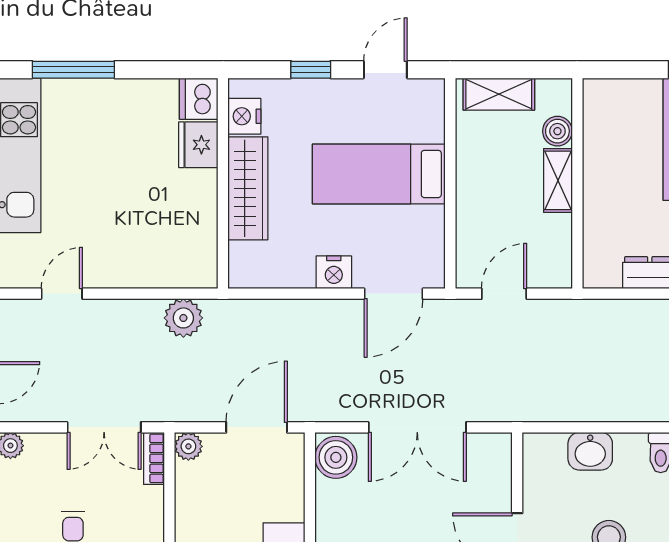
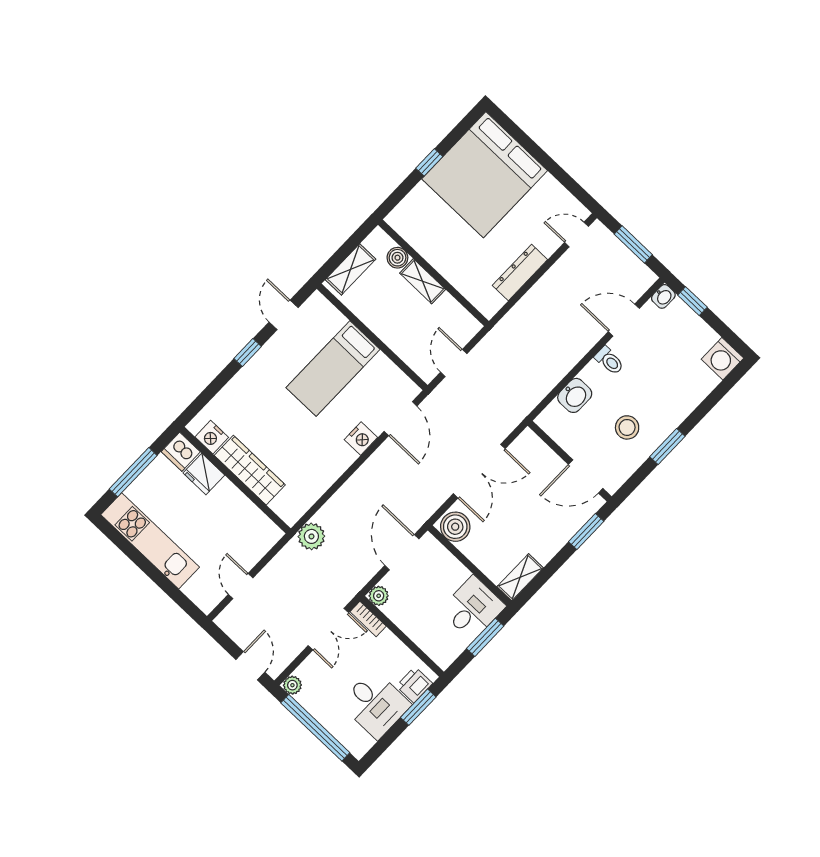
dishwasher: (199, 99) -> (181, 452), moved
nightstand: (244, 116) -> (212, 437), moved
fridge: (198, 145) -> (204, 474), moved
wall: (223, 183) -> (235, 480), moved
wardrobe: (248, 188) -> (250, 470), moved

